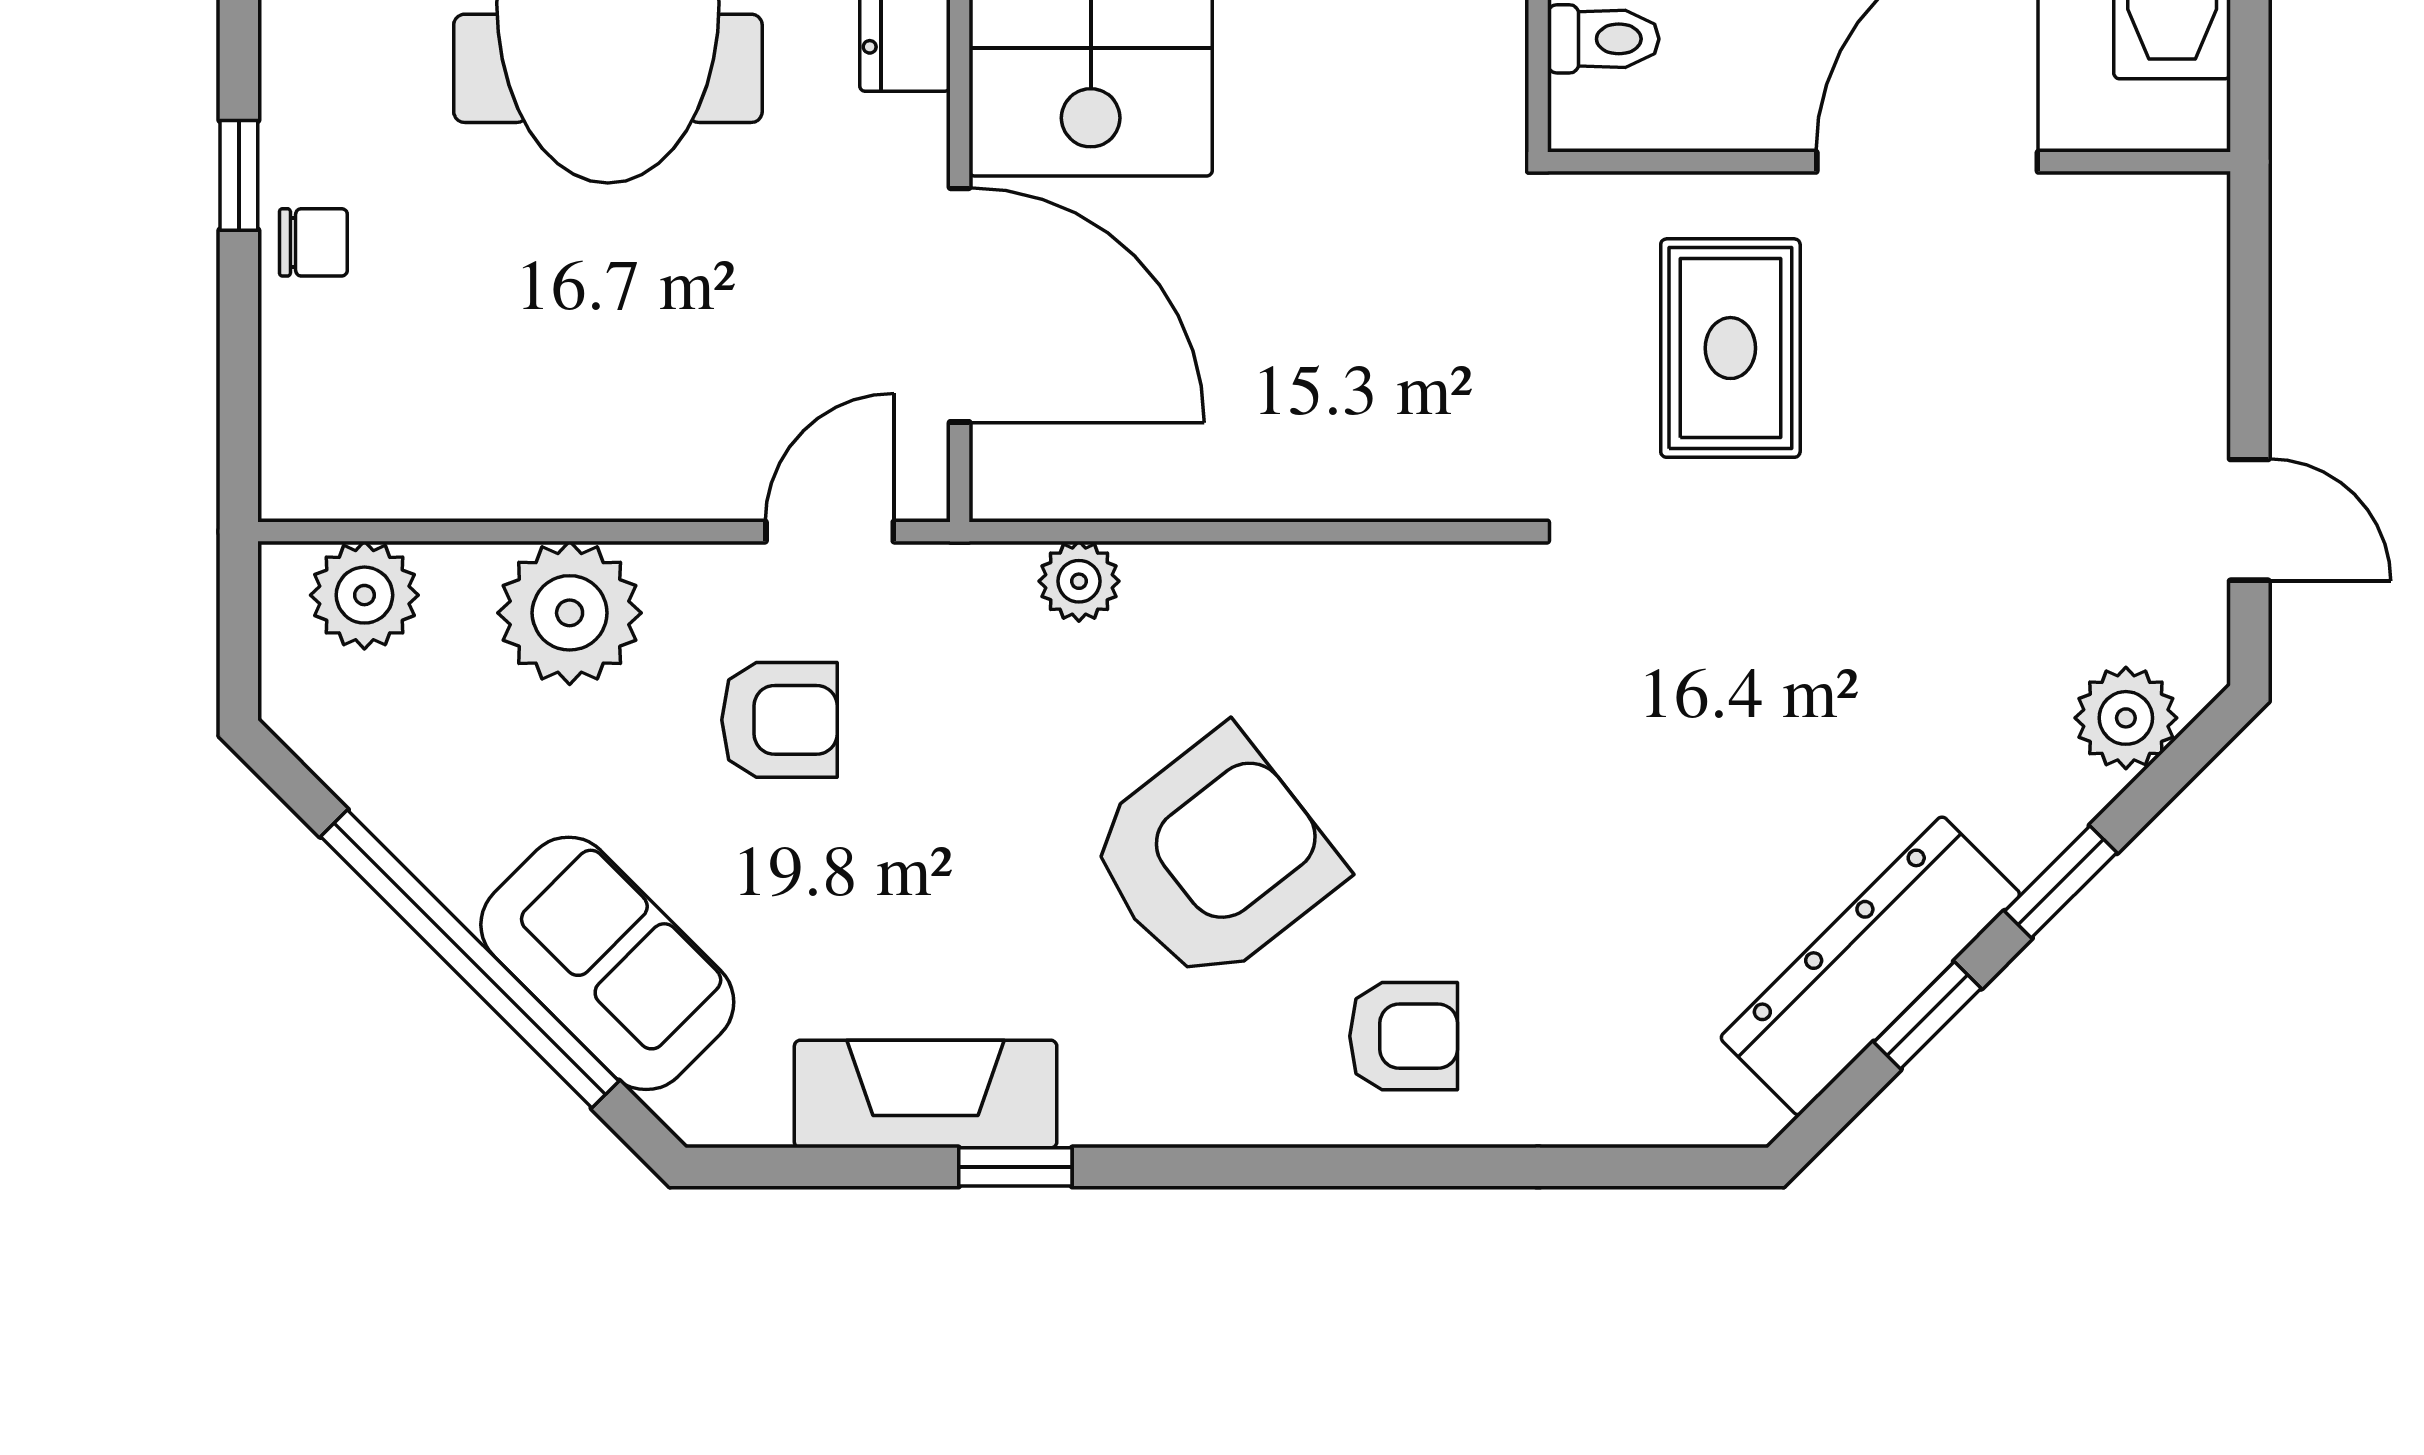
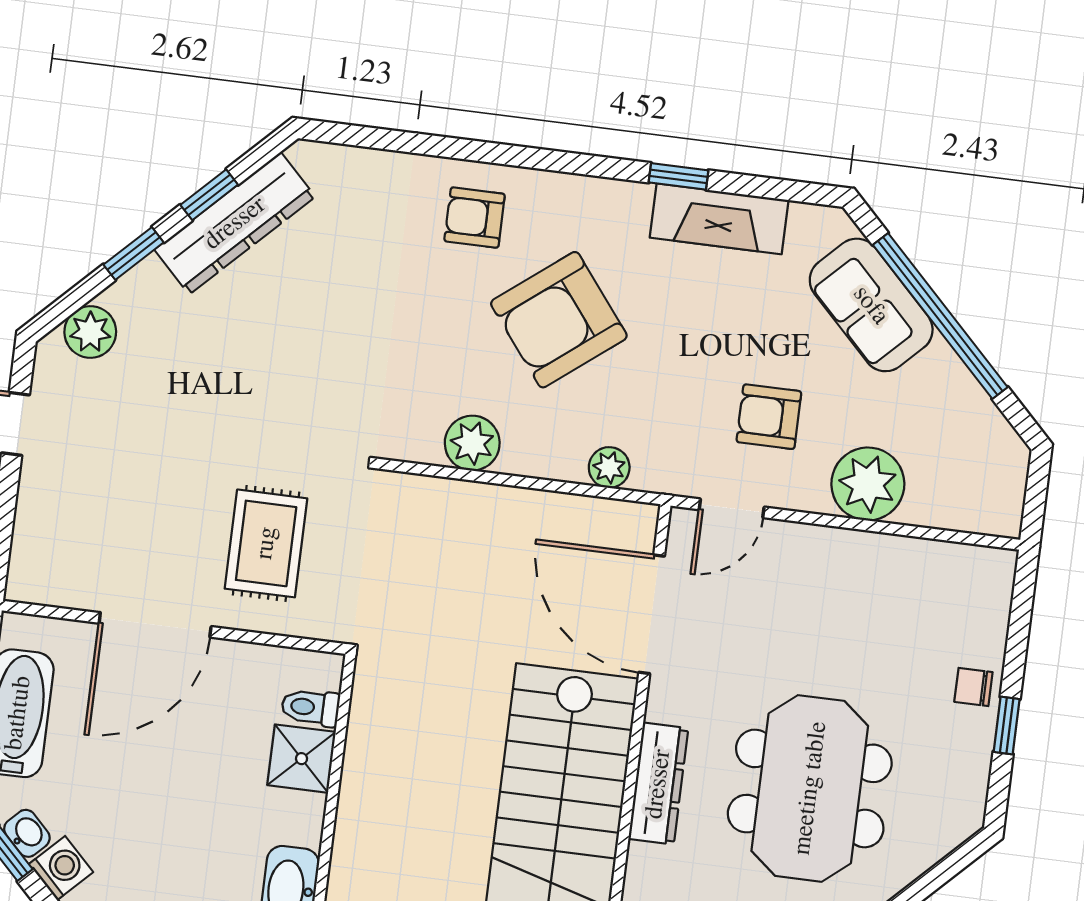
plant: (364, 595) -> (472, 443), moved

